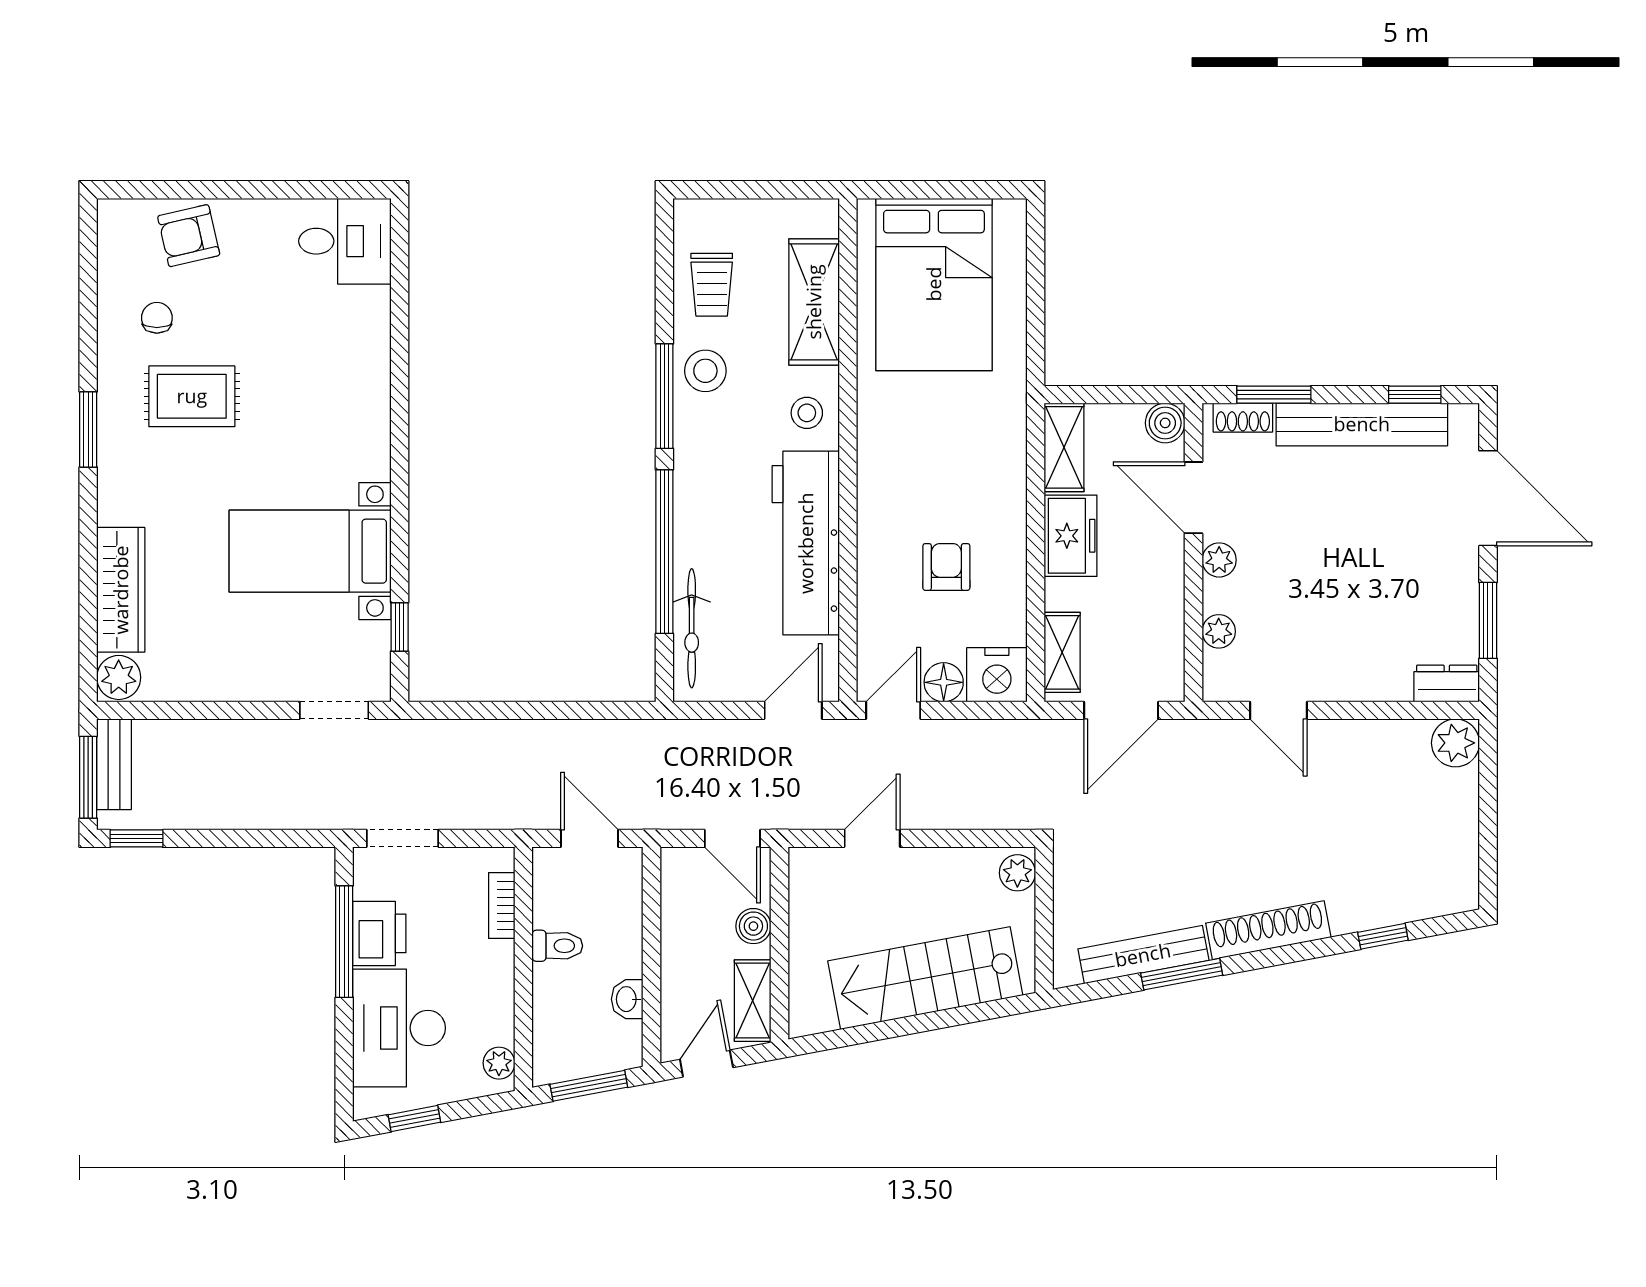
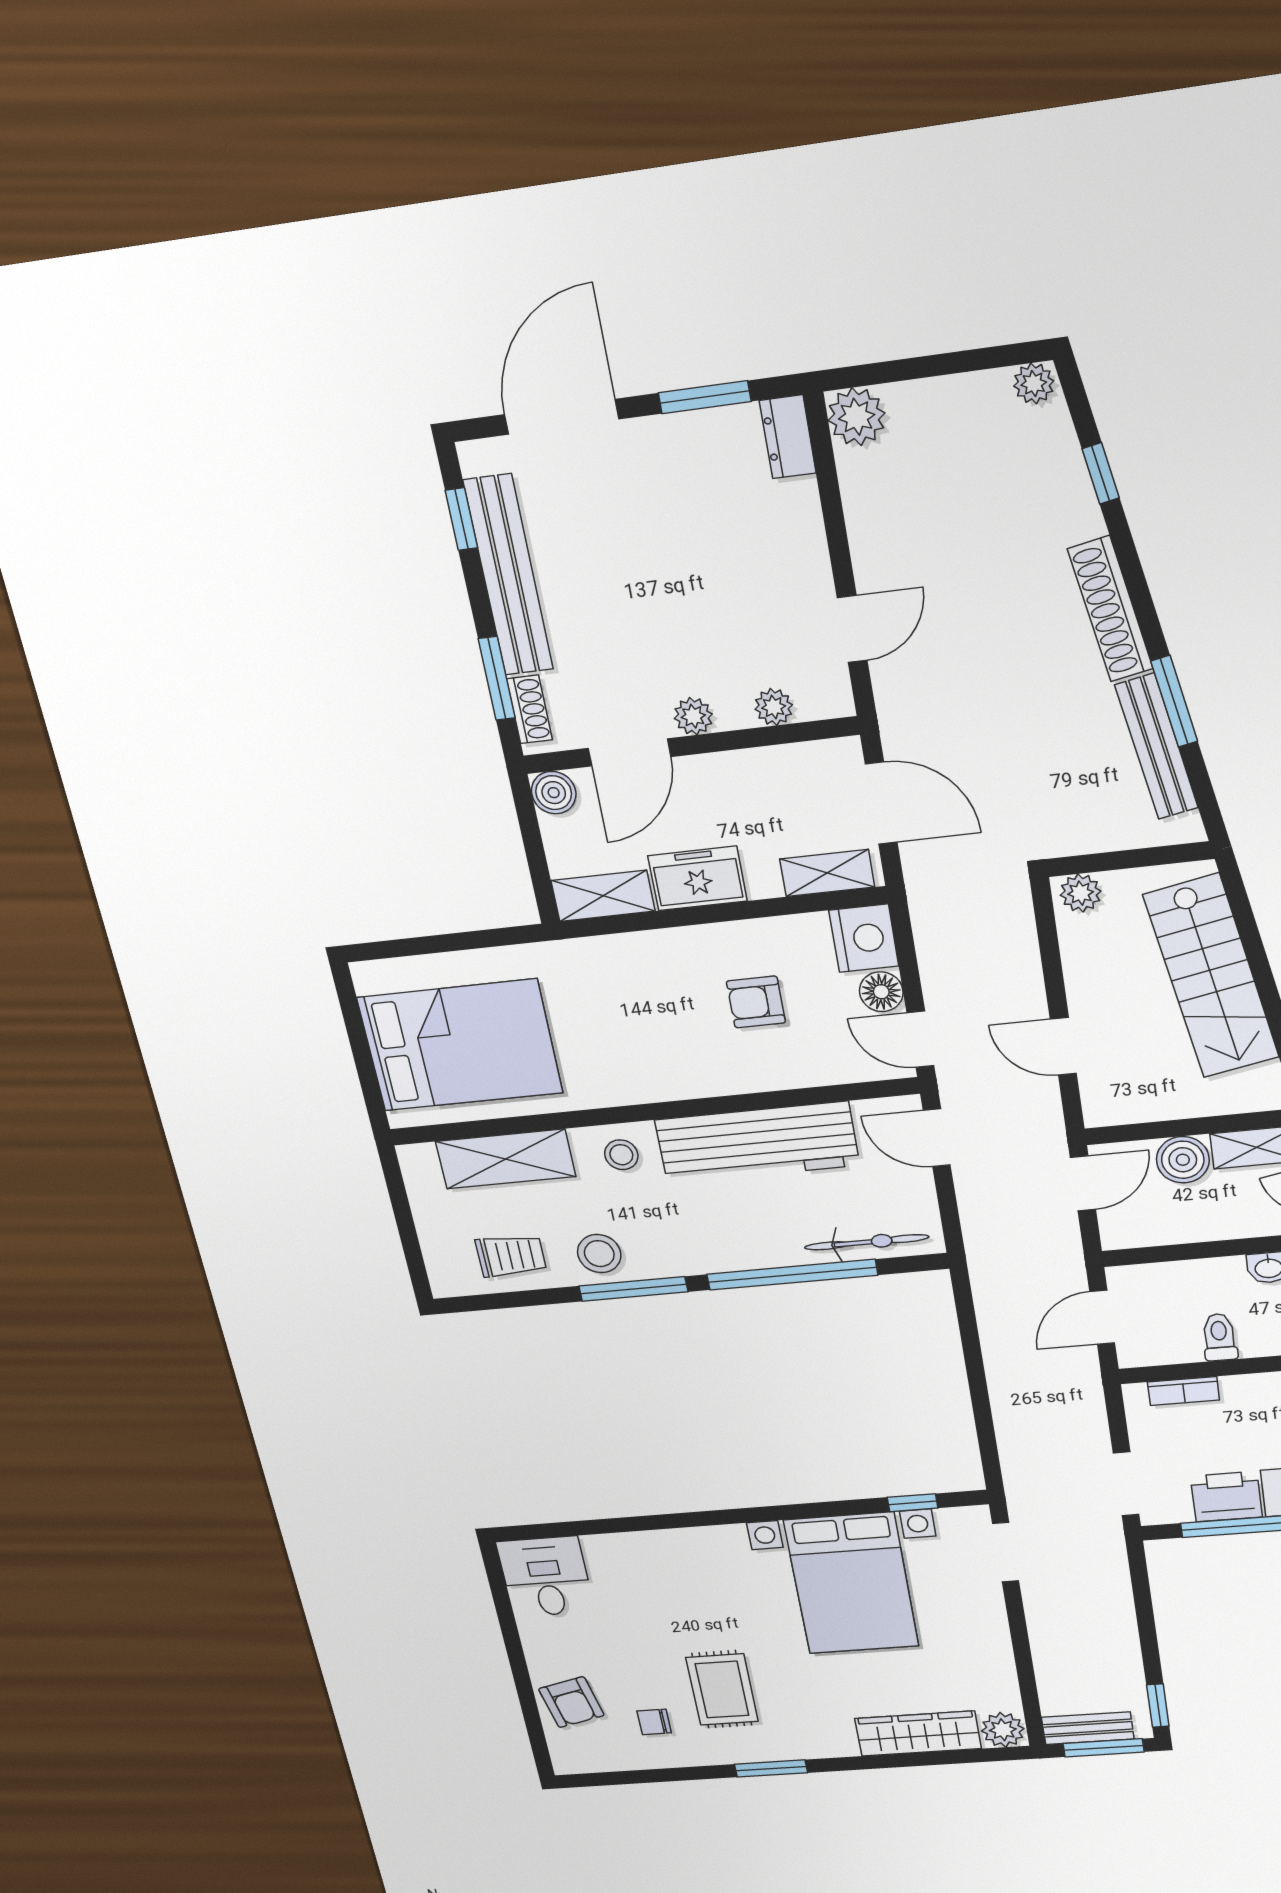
bed with nightstands: (310, 551) -> (851, 1583), width x1.36
plant: (1463, 891) -> (1034, 384), added
boiler: (753, 926) -> (1183, 1160), width x1.36, depth x1.36

